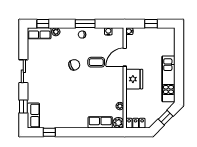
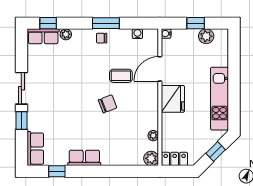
plant: (159, 33) -> (206, 36), added
chair: (74, 65) -> (108, 104), moved
window: (23, 106) -> (21, 121), moved
row of seats: (100, 122) -> (84, 158), moved

